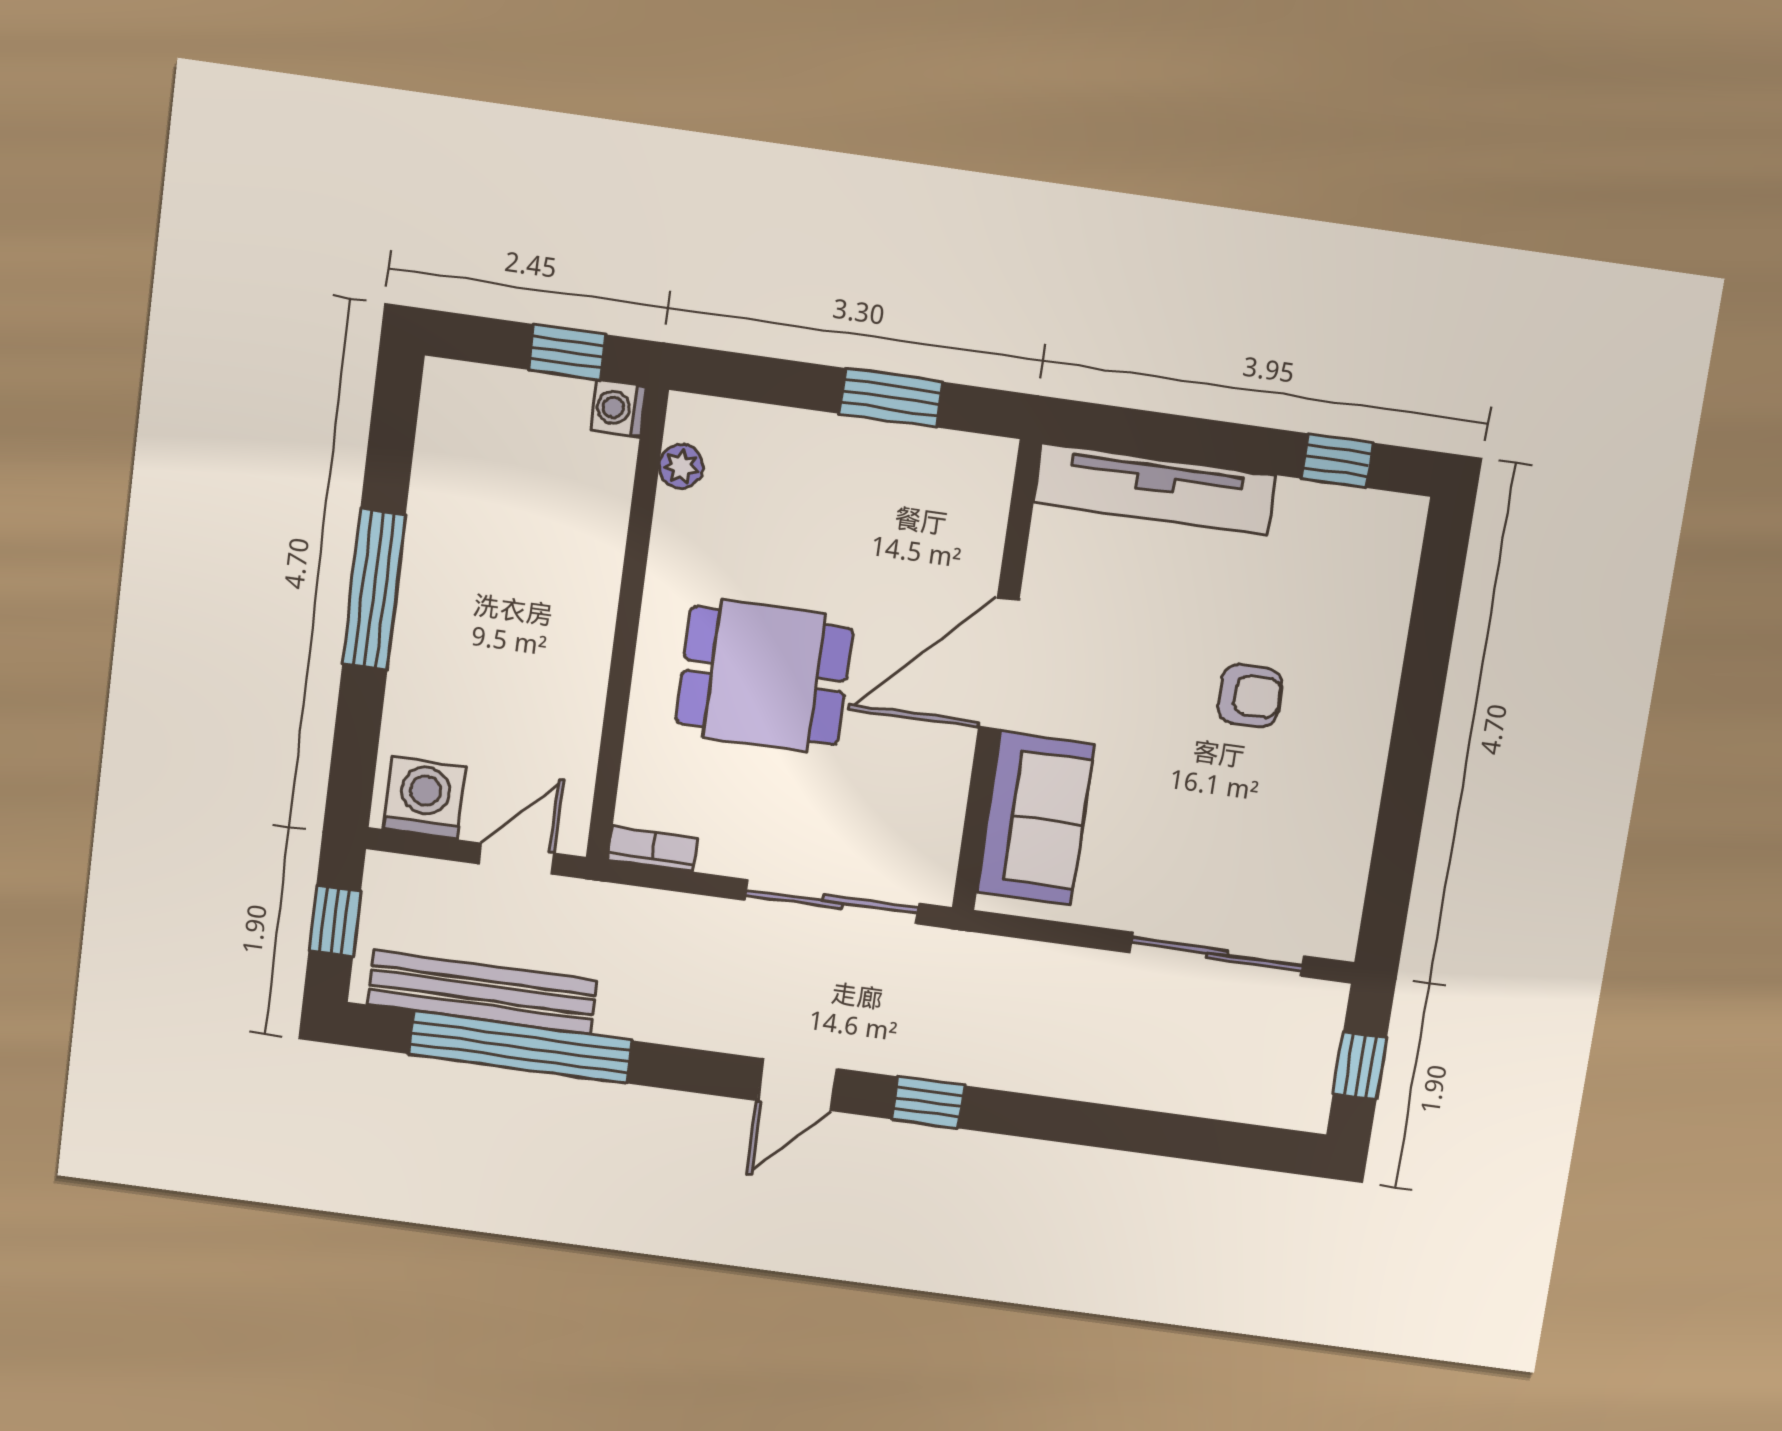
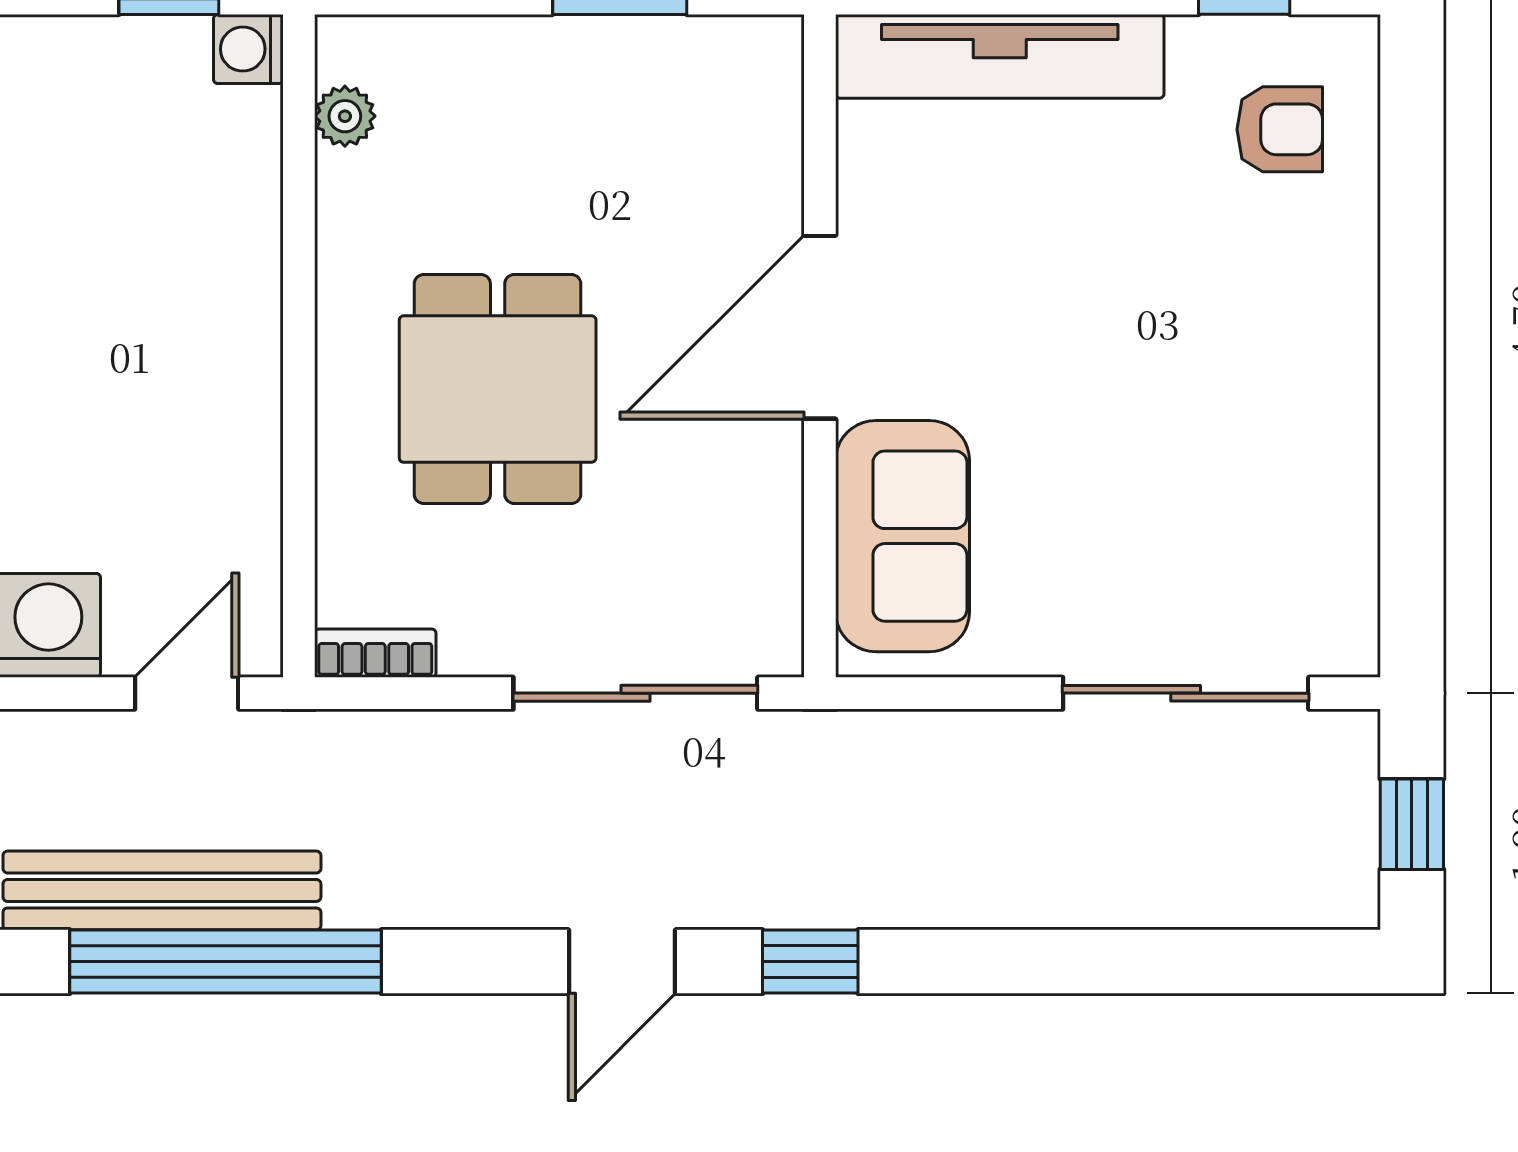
dining table: (764, 676) -> (498, 389), turned 90
armchair: (1250, 696) -> (1280, 129), moved

